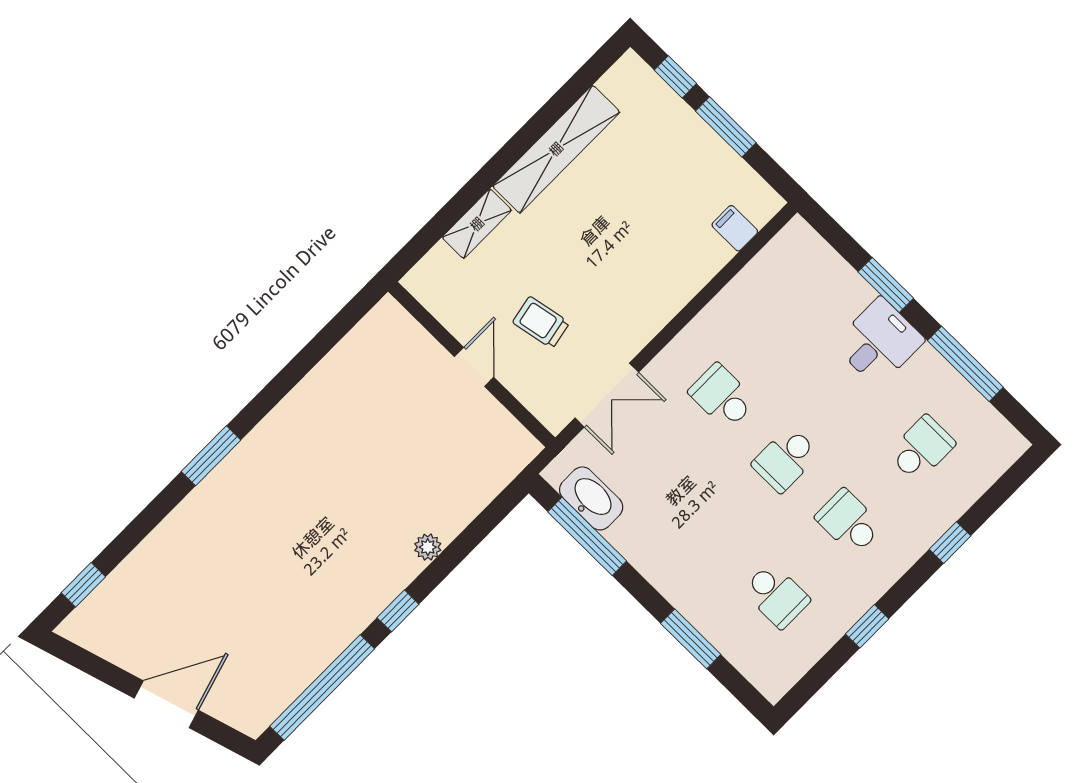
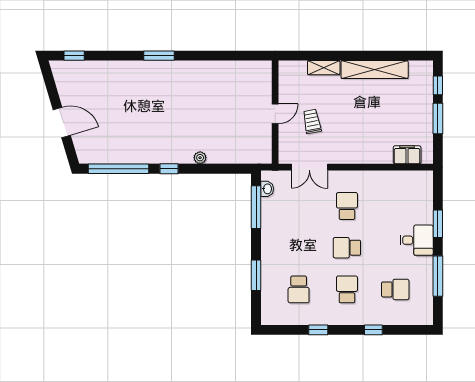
filing cabinet: (735, 228) -> (407, 155), width x2.00
washbasin: (591, 498) -> (267, 189), width x0.52, depth x0.69

